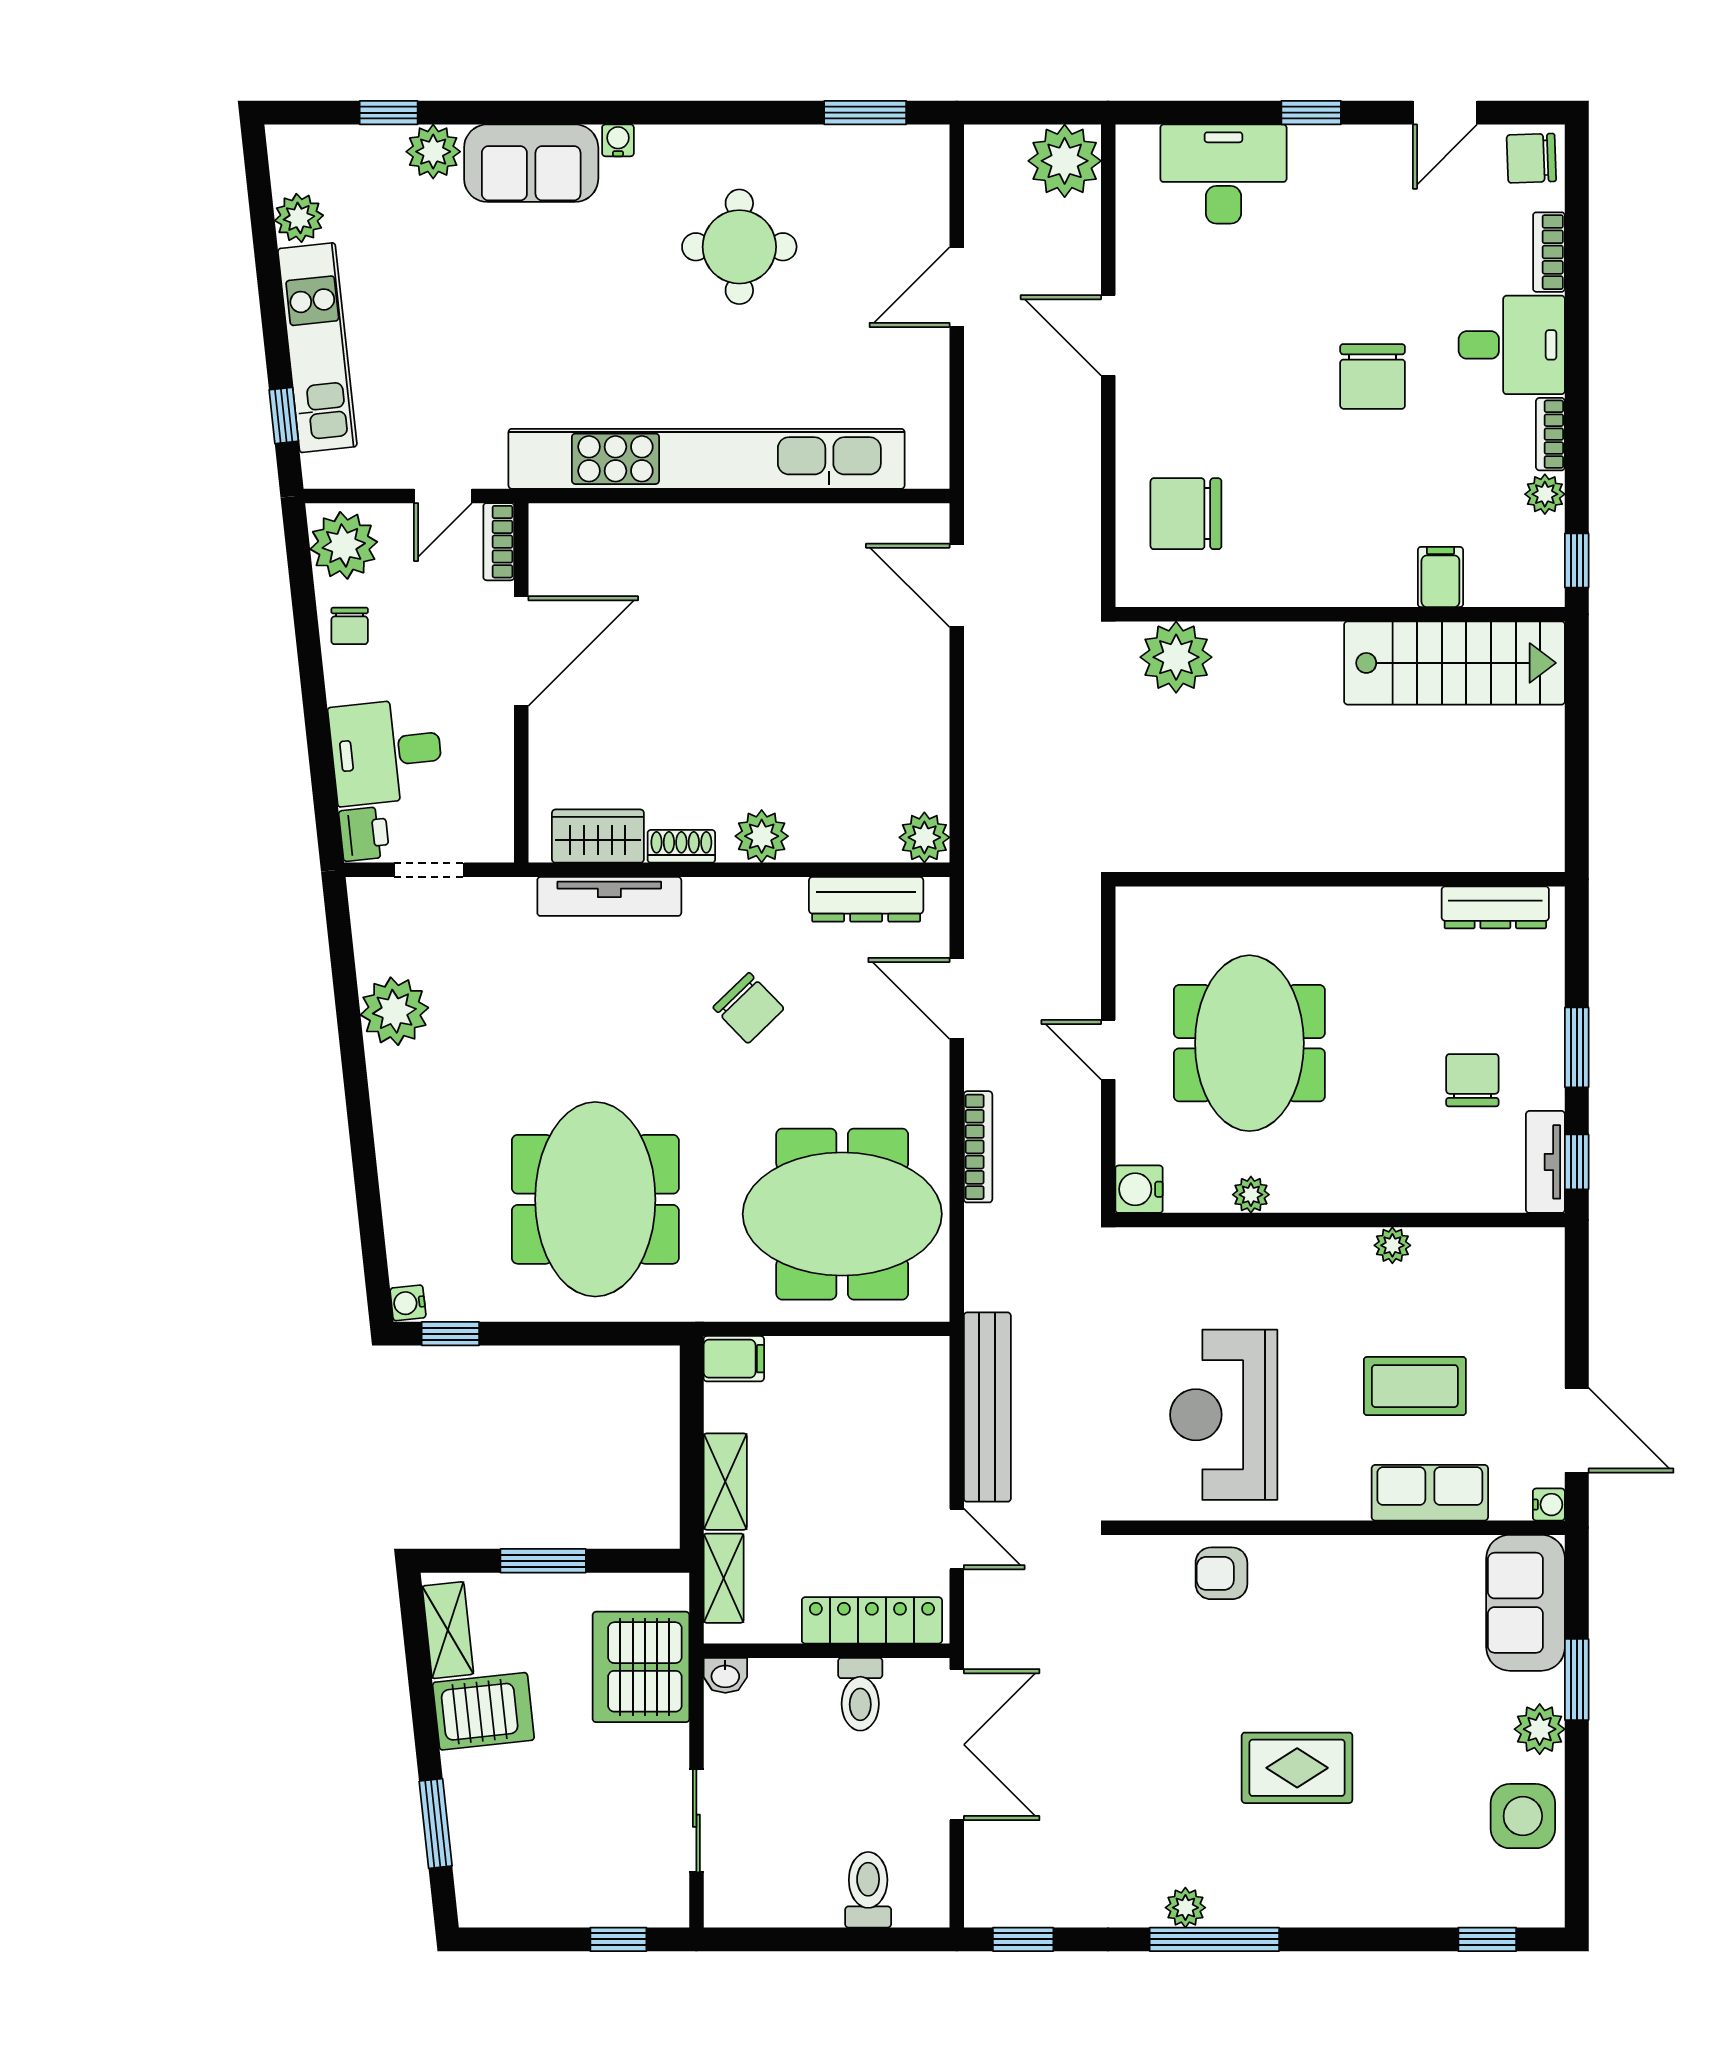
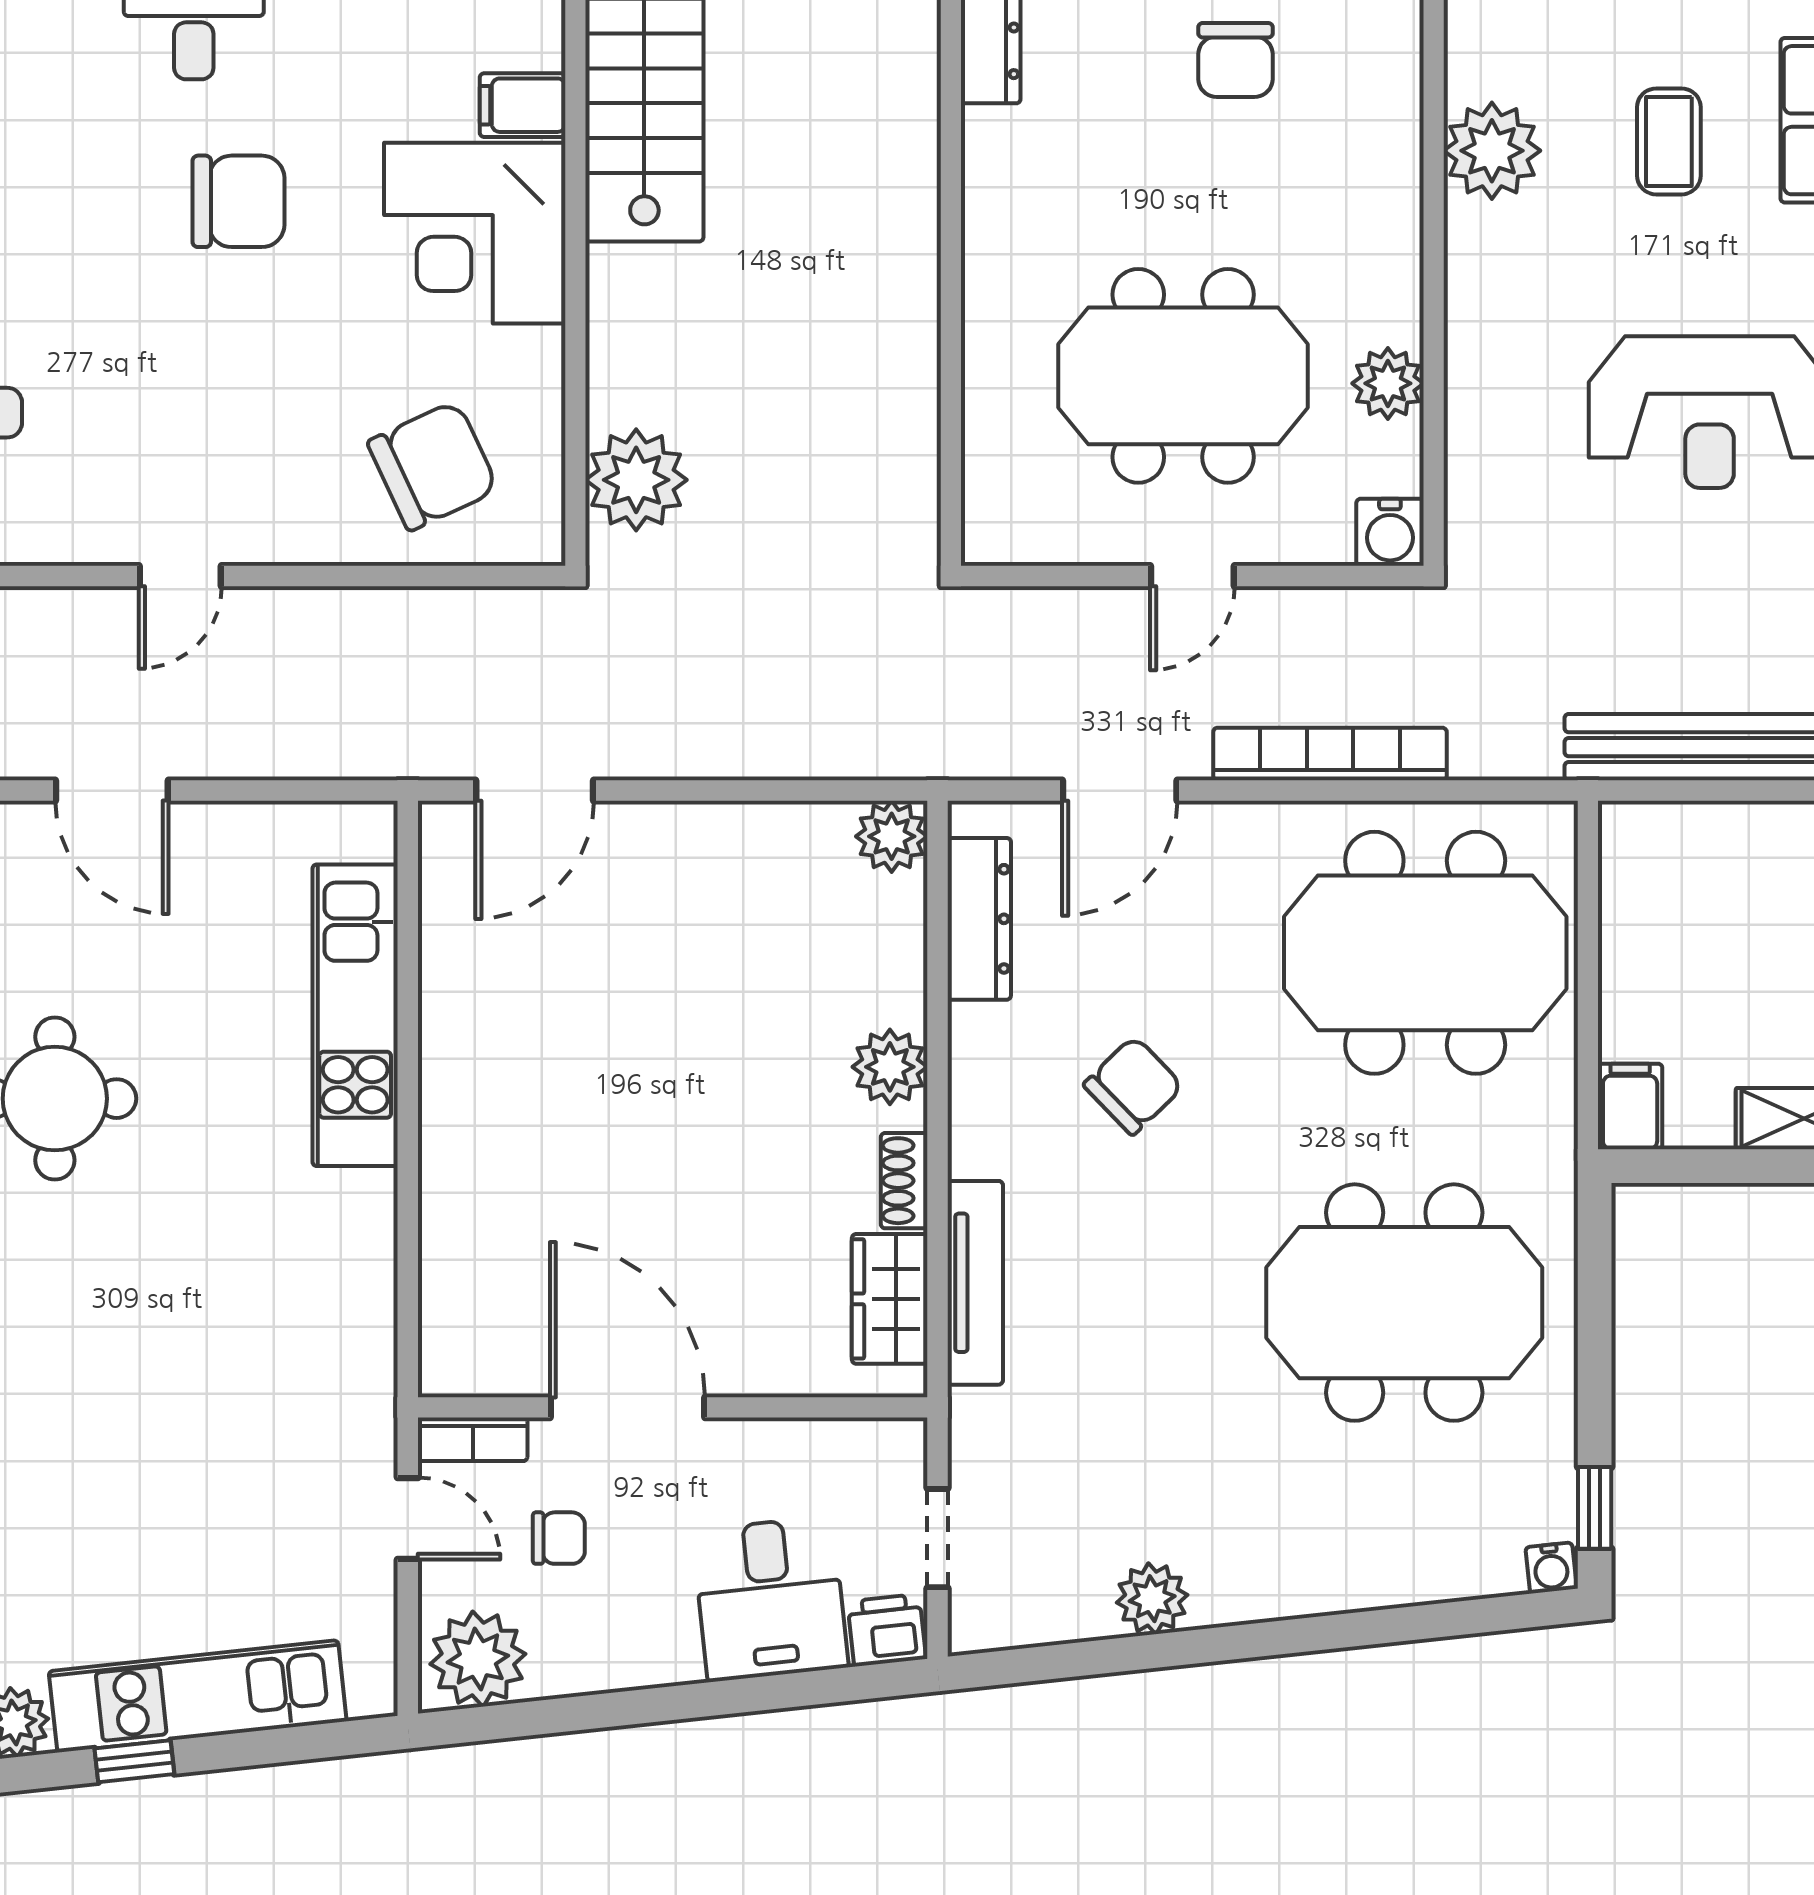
door: (1108, 335) -> (180, 576), width x0.73
window: (284, 415) -> (134, 1761), moved
kitchen unit: (707, 459) -> (355, 1015), width x0.54
chair: (1186, 514) -> (433, 466), turned -115
corner desk: (1350, 543) -> (475, 233), added
chair: (350, 626) -> (559, 1538), moved
plant: (394, 1011) -> (1152, 1599), width x0.73, depth x0.73
chair: (1472, 1080) -> (1235, 60), turned -90
bookcase: (978, 1147) -> (1330, 754), width x1.48, depth x1.31
plant: (1251, 1195) -> (1388, 383), width x1.38, depth x1.38
meeting table: (842, 1214) -> (1425, 953), turned 90
plant: (1392, 1245) -> (1492, 151), width x1.87, depth x1.87
coffee table: (1415, 1386) -> (1669, 141), width x0.73, depth x0.77

